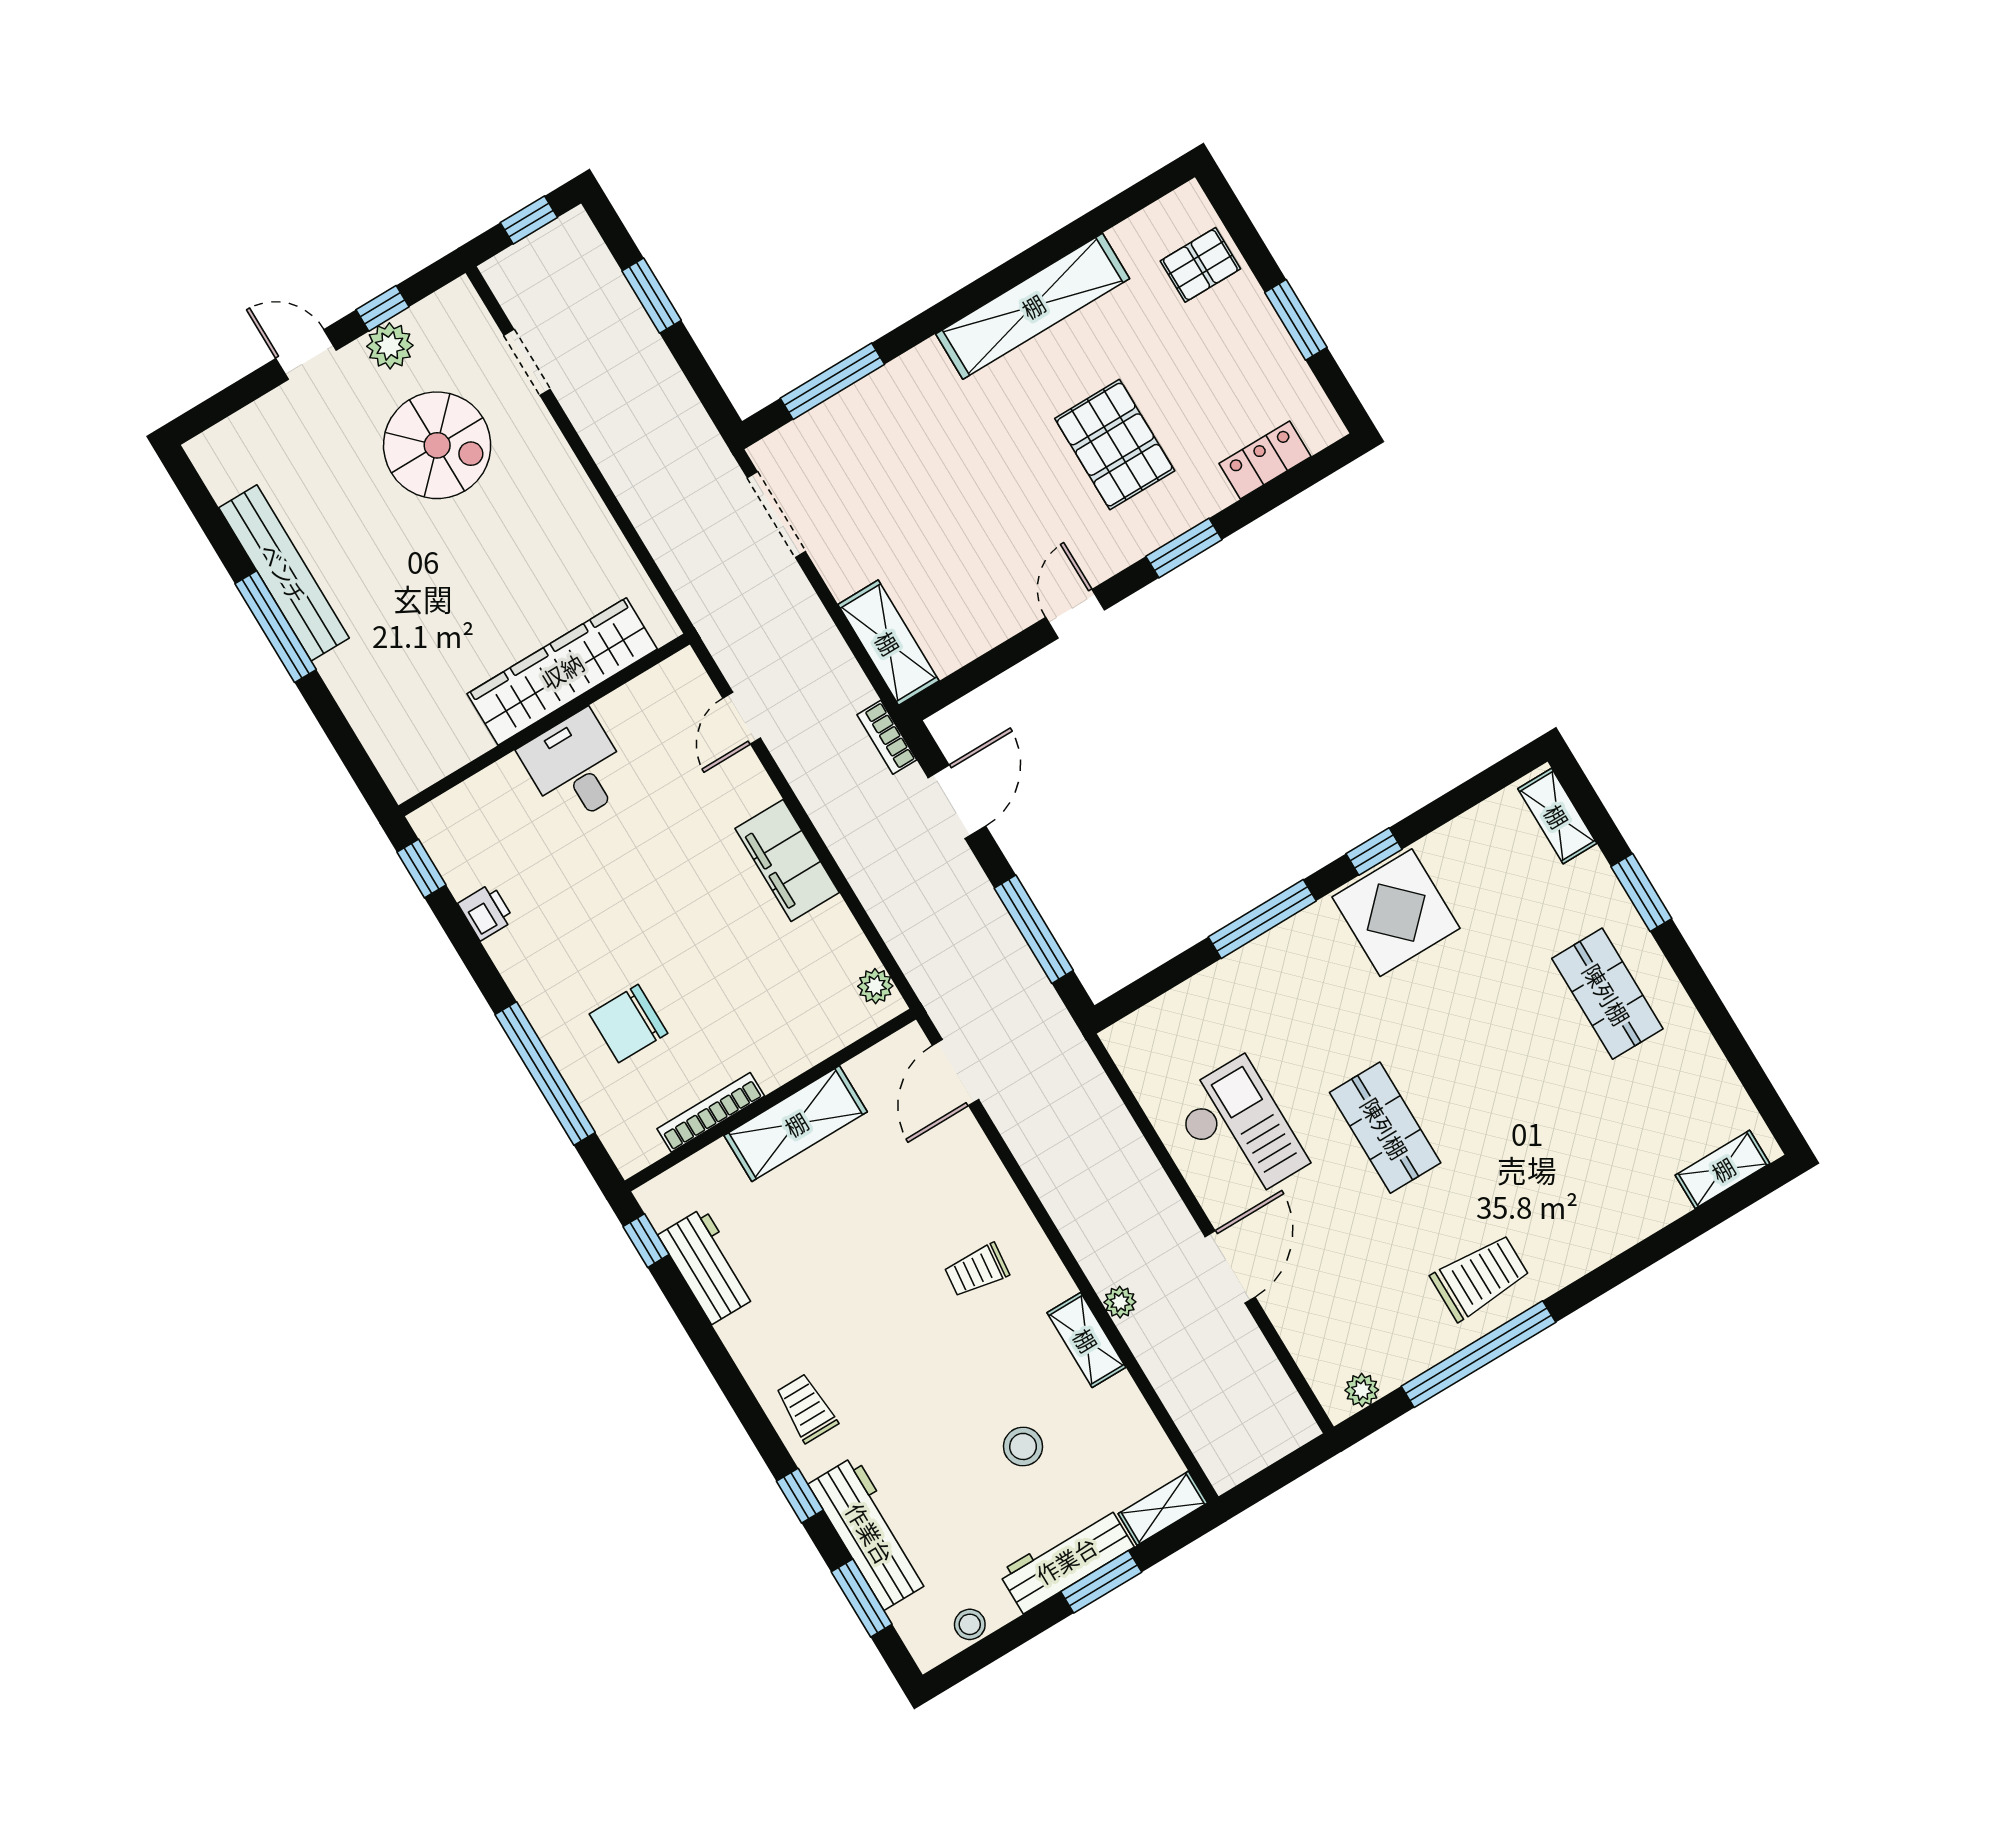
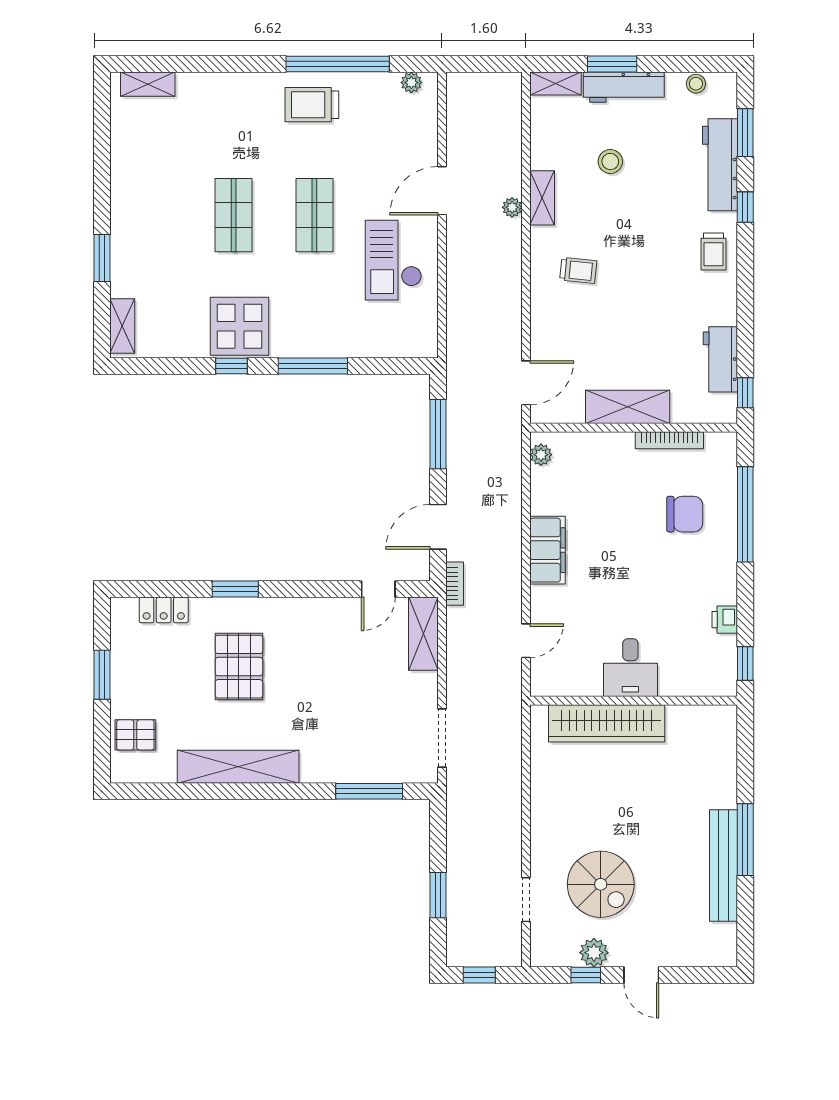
spiral stairs: (437, 445) -> (601, 884), turned 180
door: (1075, 614) -> (378, 589), moved
shop shelf: (1607, 994) -> (234, 215), moved

